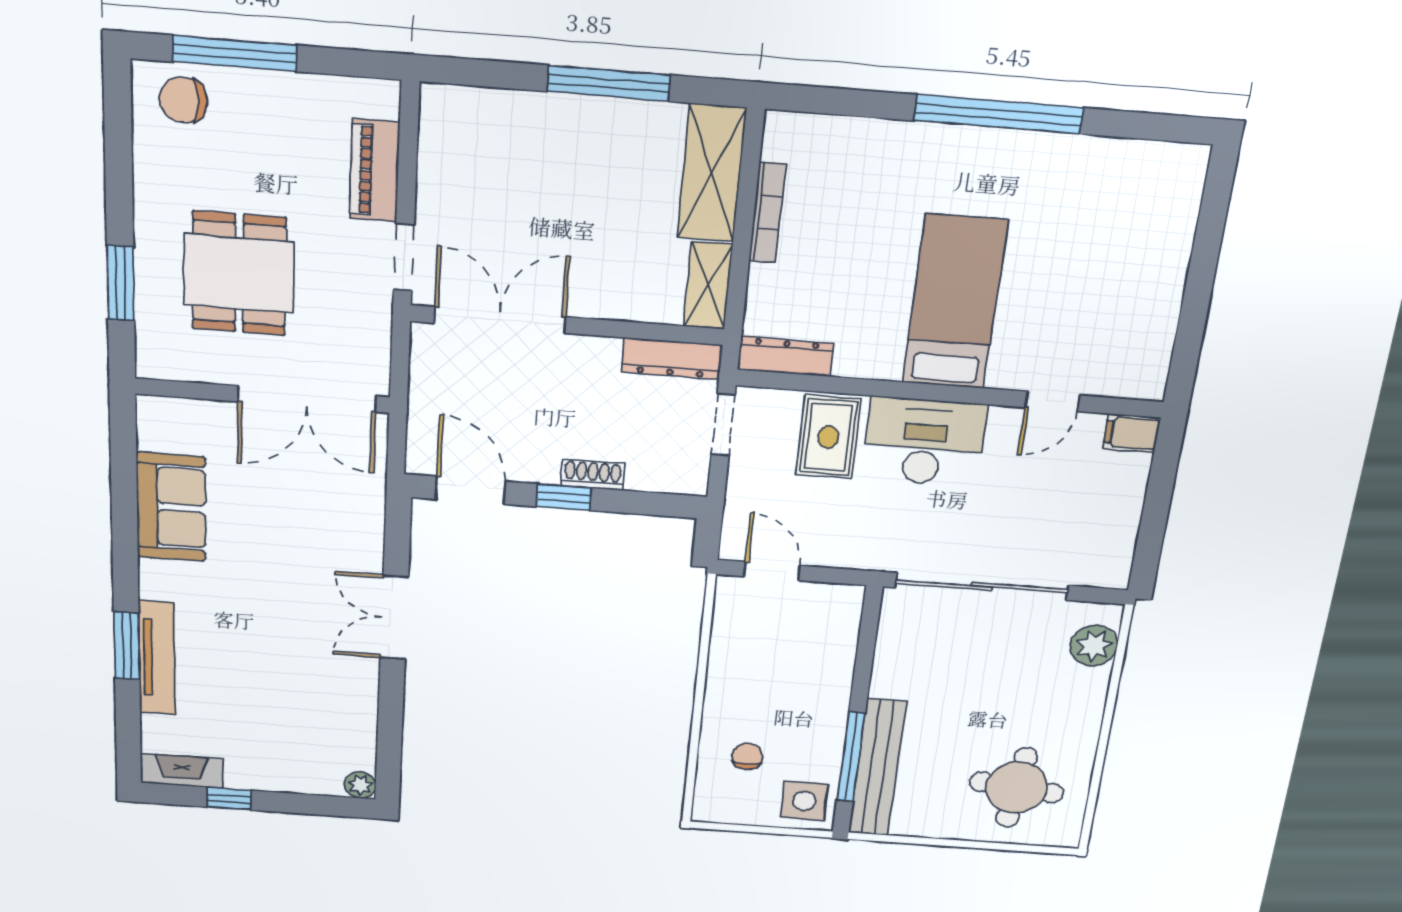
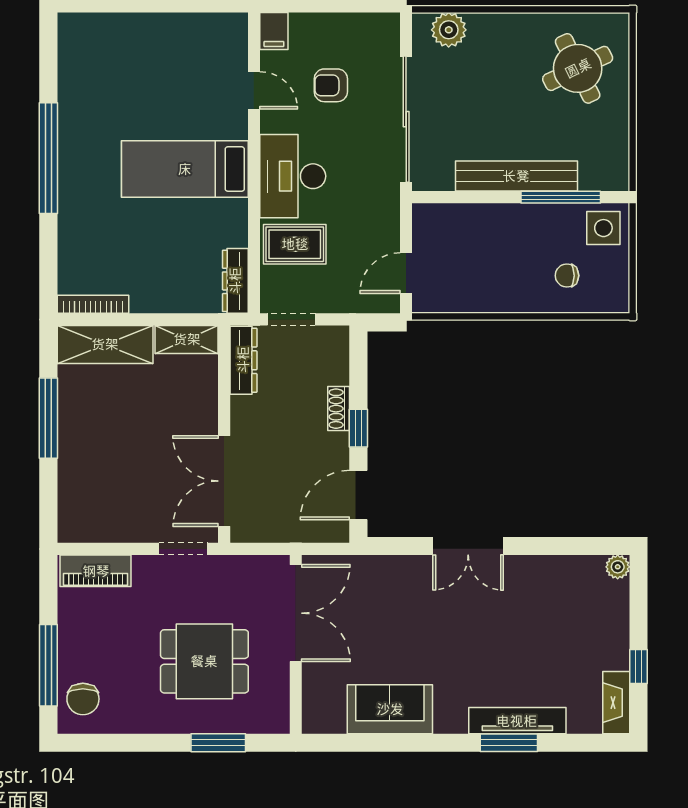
piano: (375, 171) -> (96, 571), moved
bookcase: (767, 212) -> (93, 304), moved
armchair: (1043, 499) -> (331, 85), added
bench: (877, 768) -> (516, 176), moved
round table: (1017, 787) -> (578, 68), turned -32

